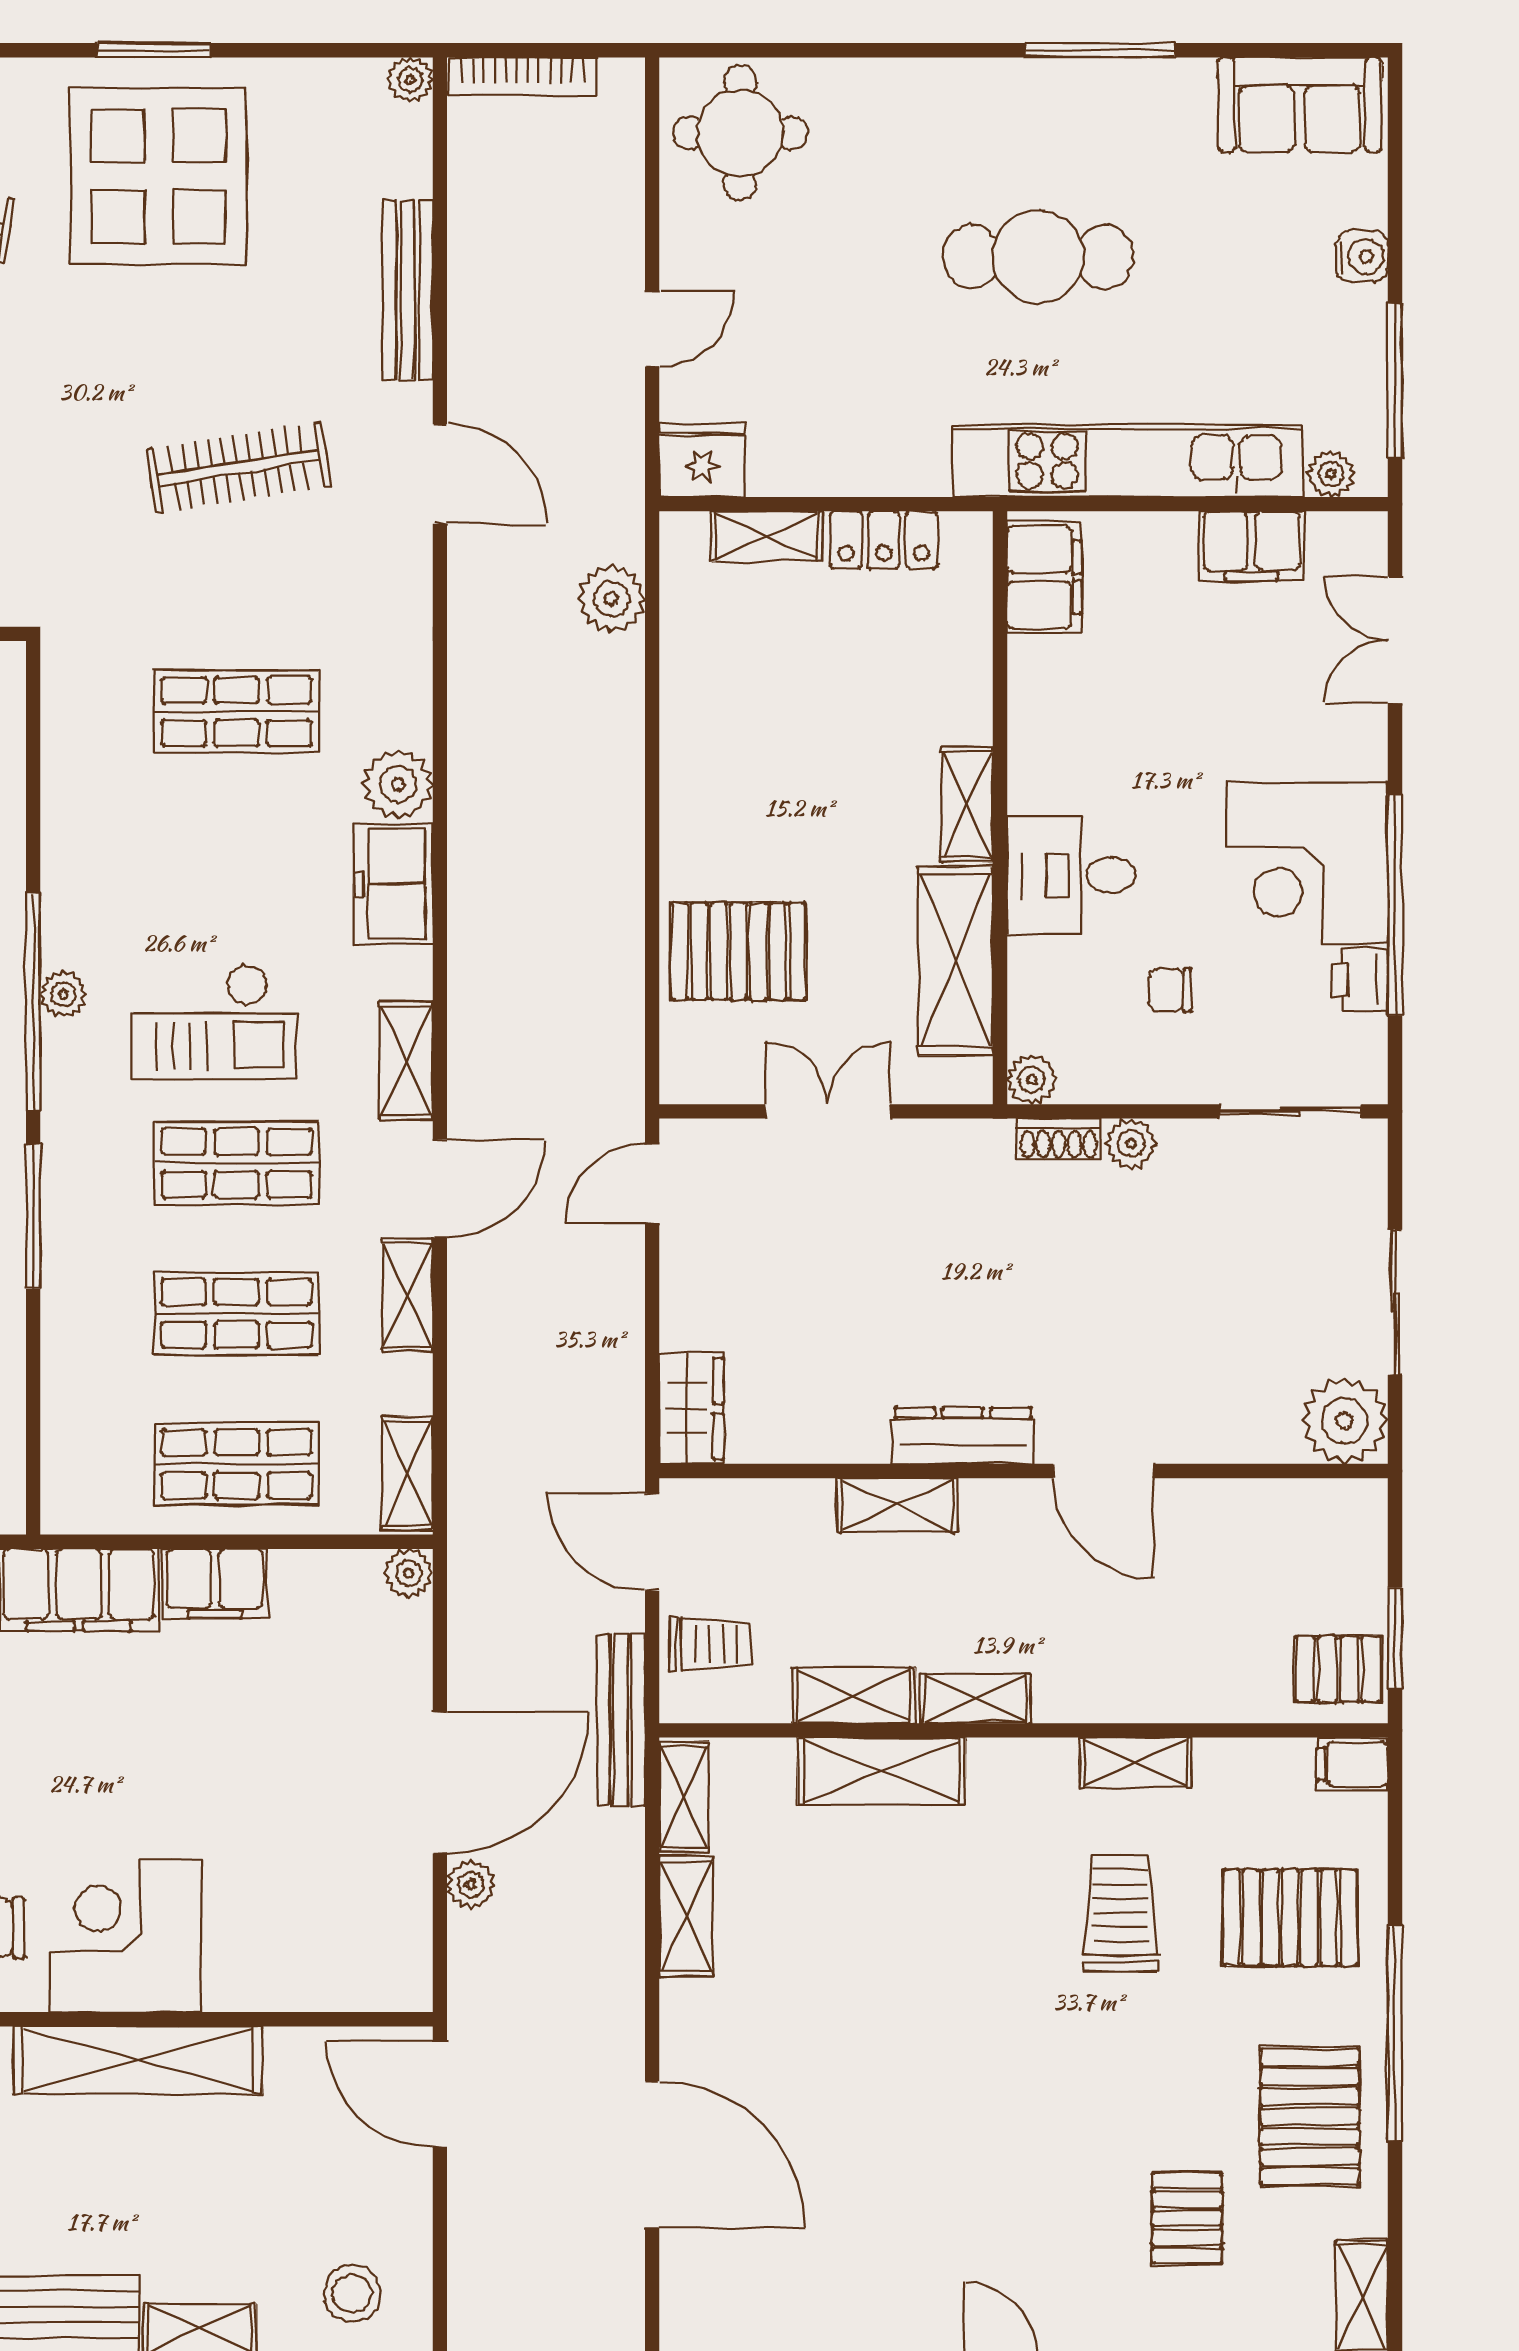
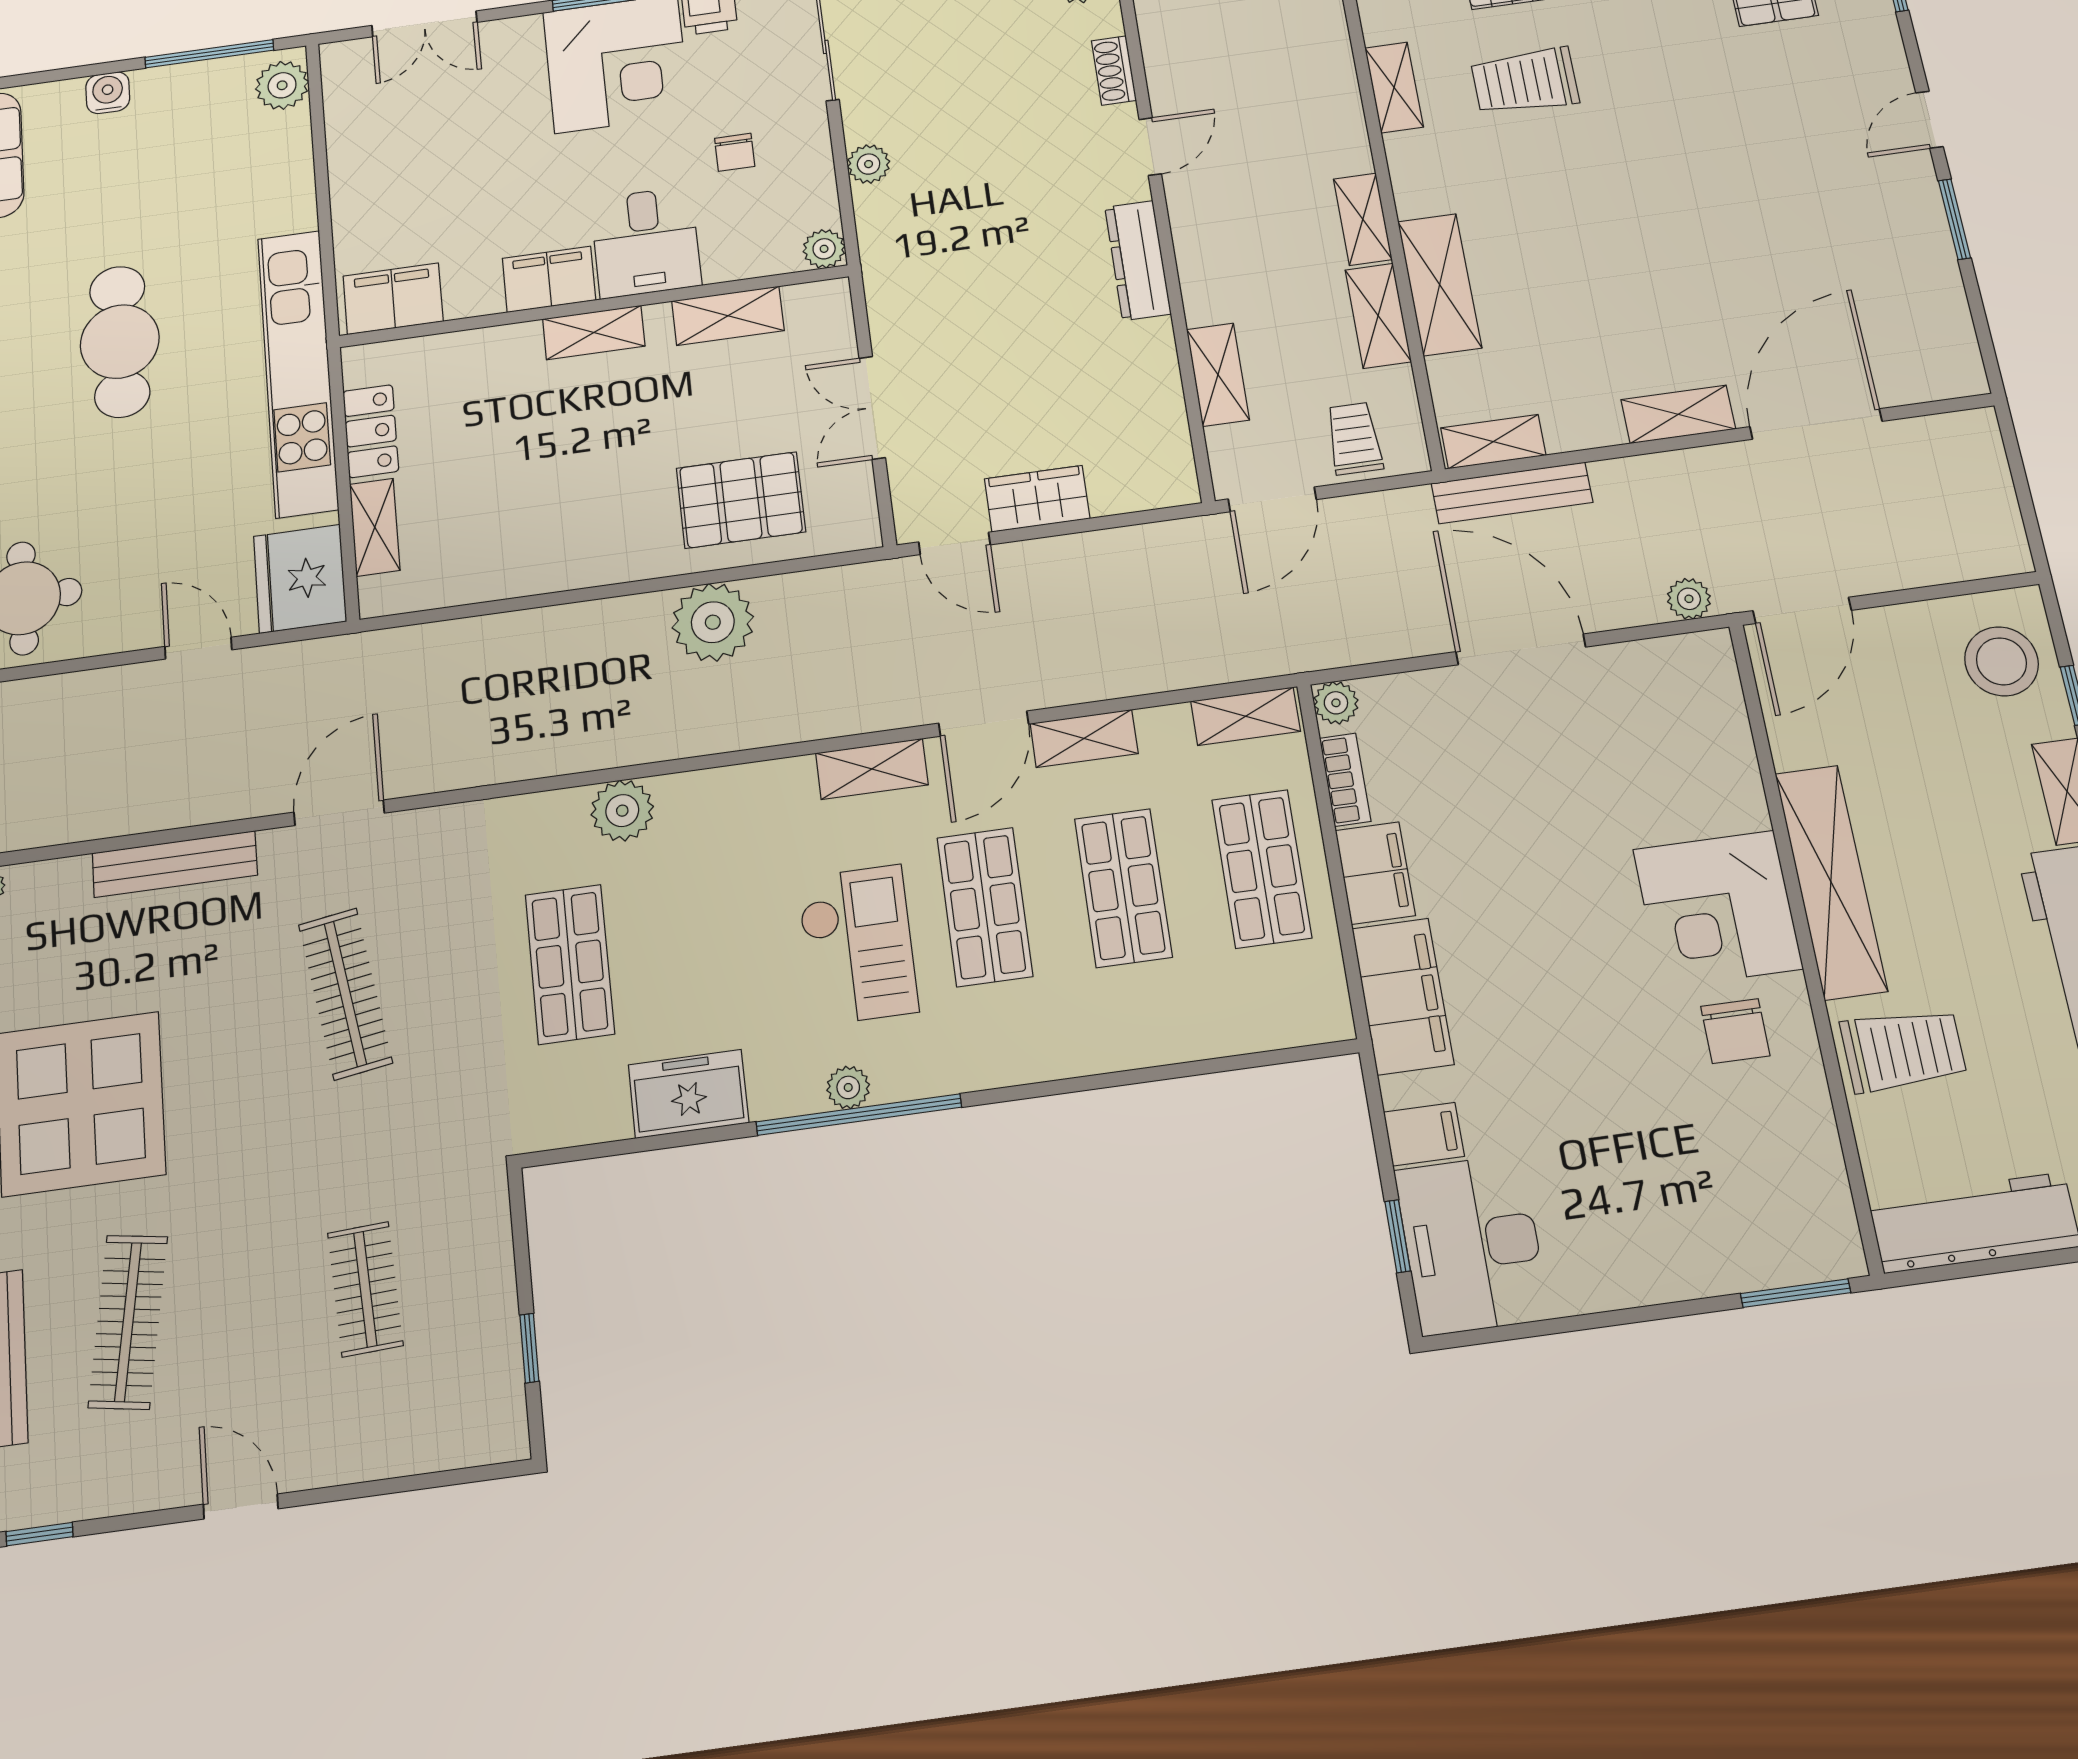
fridge: (702, 460) -> (300, 579), width x1.36, depth x1.34
kitchen unit: (1128, 461) -> (298, 373), moved
plant: (1331, 474) -> (282, 85), width x1.38, depth x1.38
filing cabinet: (1251, 546) -> (549, 279), moved, turned -90
plant: (611, 599) -> (713, 622), moved, width x1.36, depth x1.36
freezer: (393, 884) -> (688, 1094), moved, turned 180
pallet: (738, 951) -> (741, 500), turned 90
shelving: (955, 960) -> (728, 316), width x0.67, depth x0.75
shoe rack: (1059, 1139) -> (1114, 70), moved, turned 180
door: (440, 1188) -> (984, 724), swing flipped
window: (33, 1216) -> (1060, 1087), removed
wardrobe: (691, 1409) -> (1037, 499), moved
door: (1103, 1471) -> (1150, 147), width x0.73
shelving: (897, 1505) -> (1218, 375), moved
bookcase: (321, 1569) -> (1345, 780), added
bench: (621, 1720) -> (1512, 493), moved
plant: (471, 1885) -> (1689, 599), moved
shelving: (686, 1916) -> (1678, 414), moved
stool: (352, 2293) -> (2001, 661), width x1.38, depth x1.38

